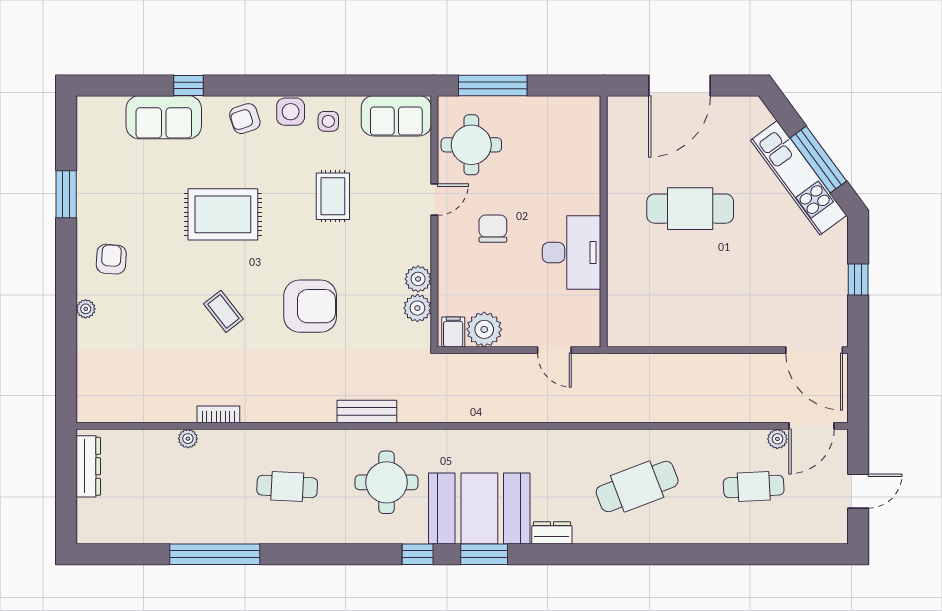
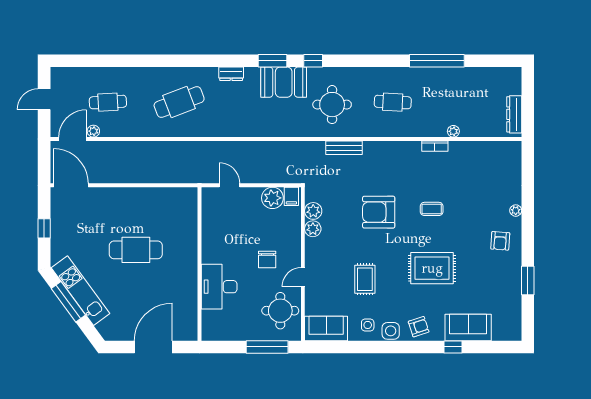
cafe table: (690, 209) -> (136, 250), moved
desk: (572, 253) -> (219, 287), moved
coffee table: (223, 311) -> (432, 209), turned -52
booth: (479, 509) -> (284, 82), width x0.73, depth x0.70

